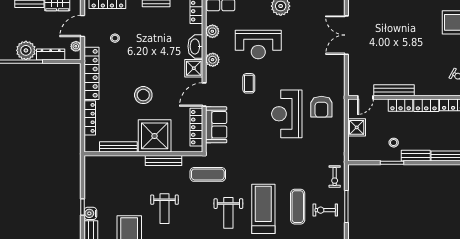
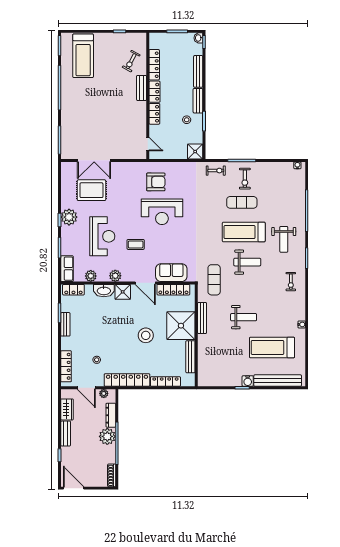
rug: (312, 32) -> (91, 190), added
bench: (394, 90) -> (142, 88), moved, width x0.73
shower: (357, 127) -> (195, 152), moved

